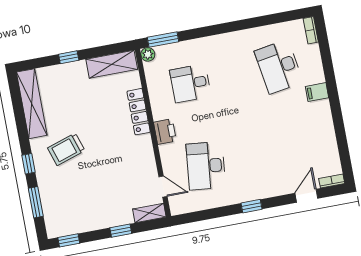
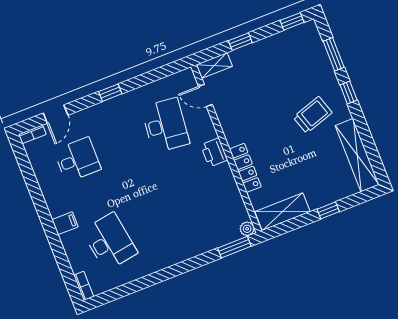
desk: (190, 83) -> (77, 160), moved

